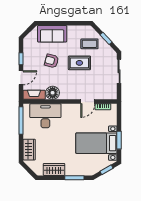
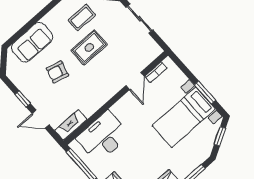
door: (21, 78) -> (41, 119), swing flipped
floor lamp: (53, 93) -> (89, 105), removed

